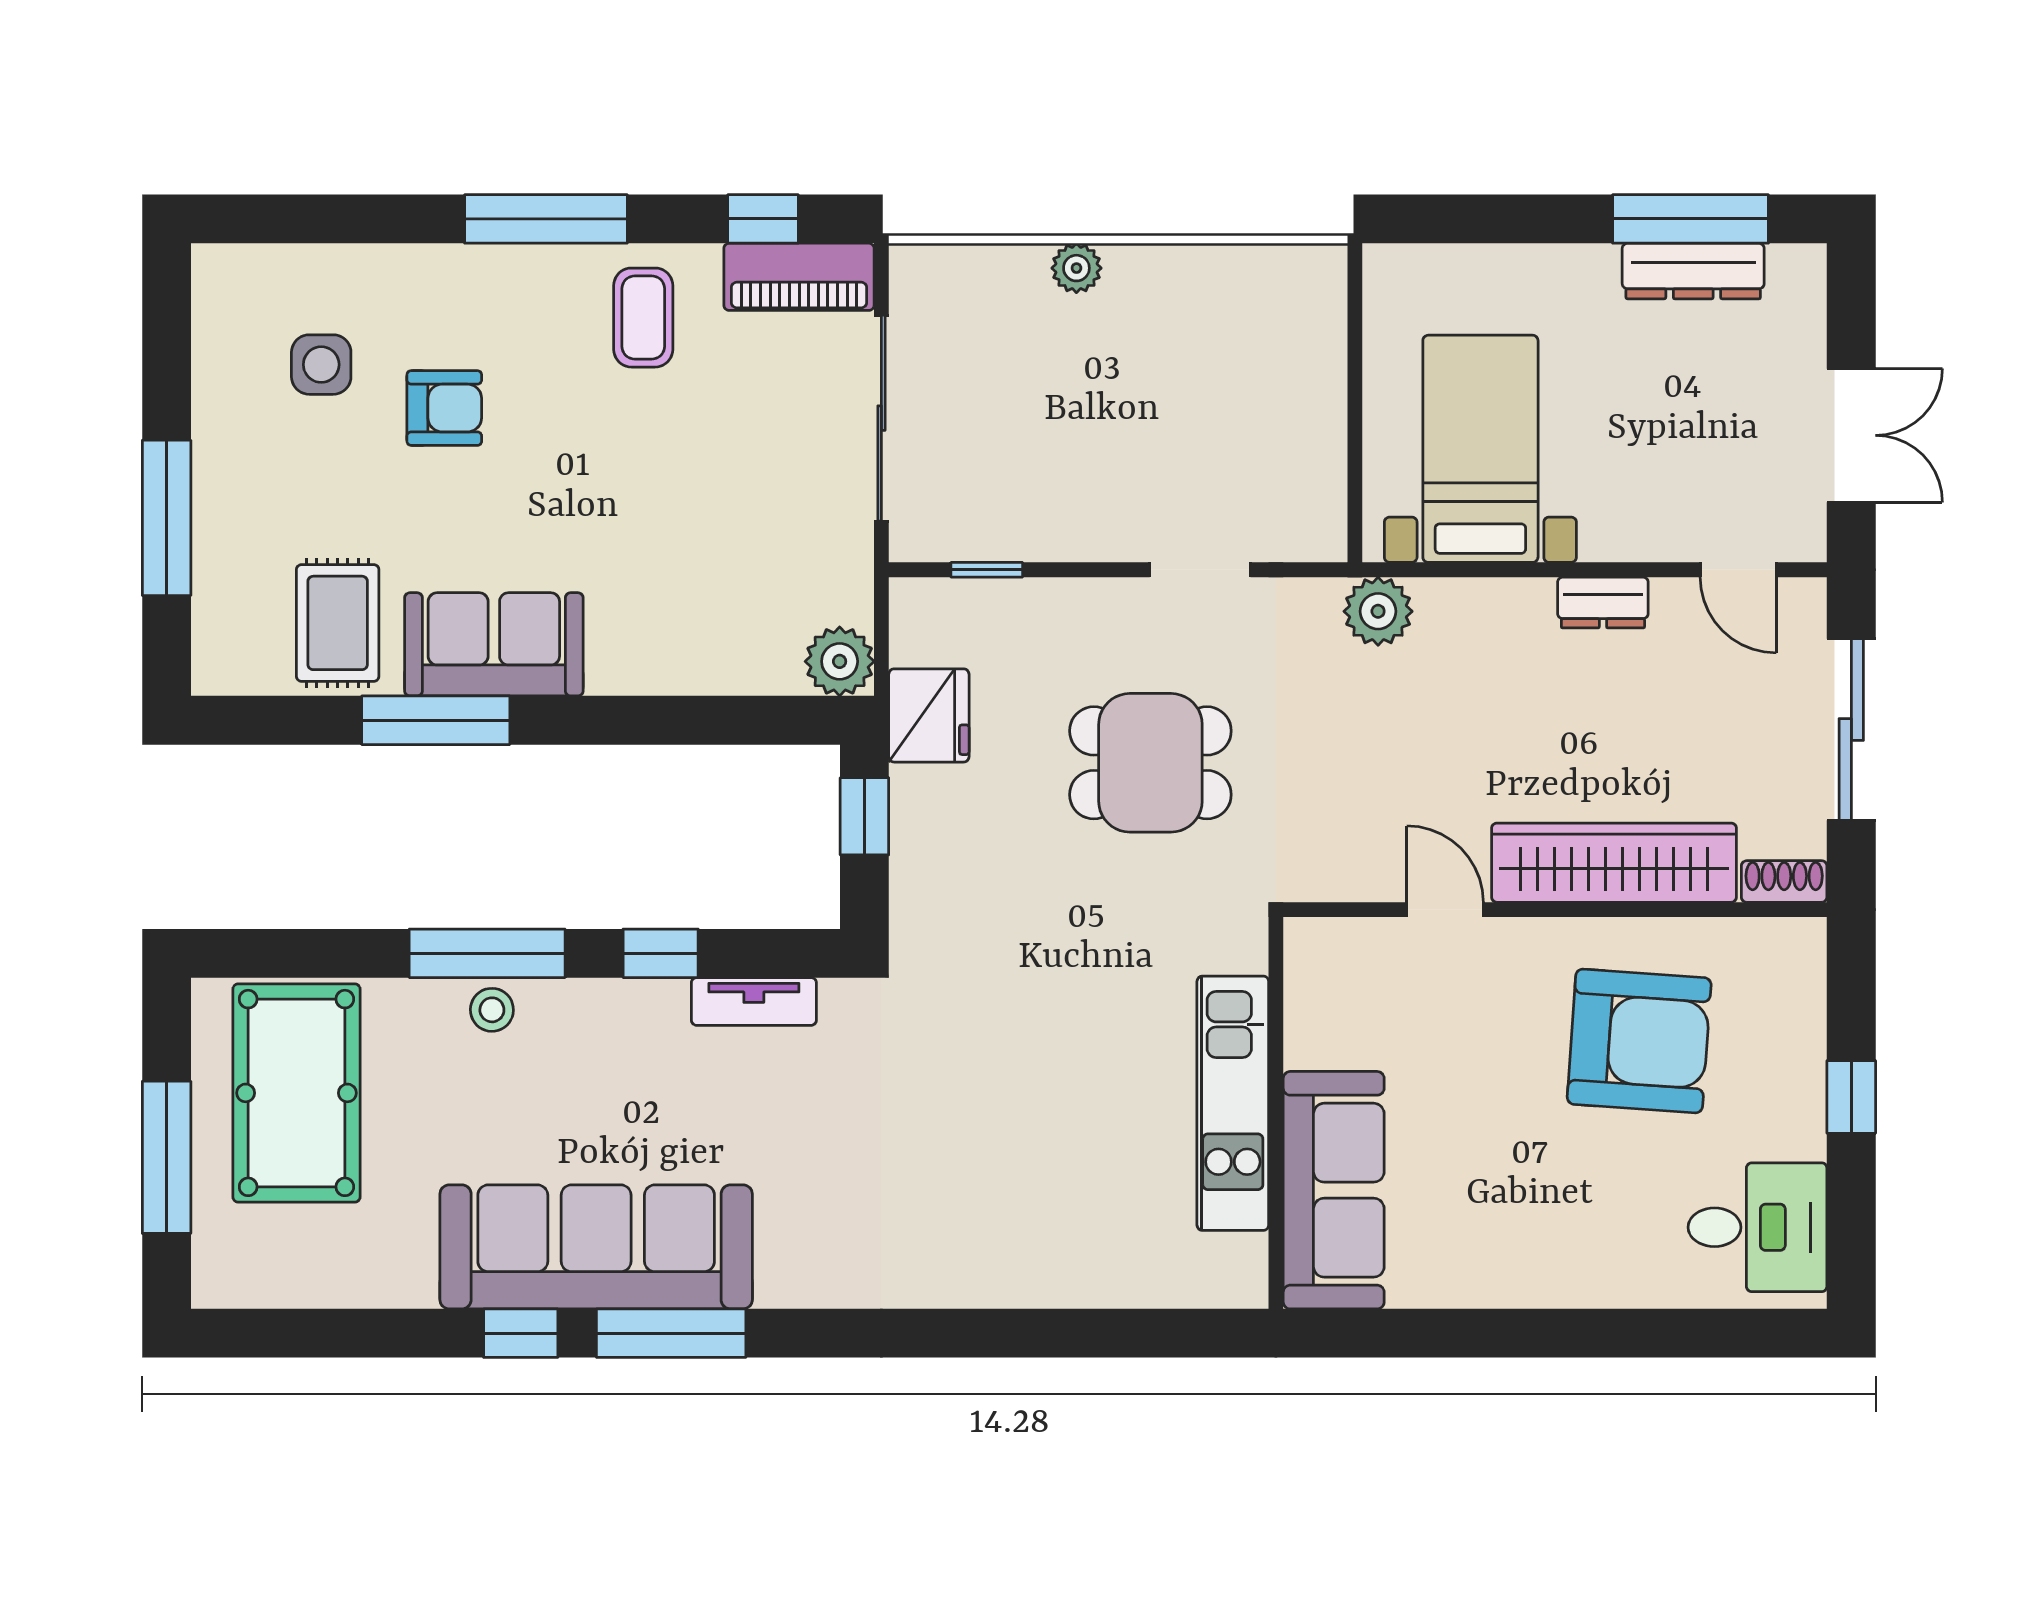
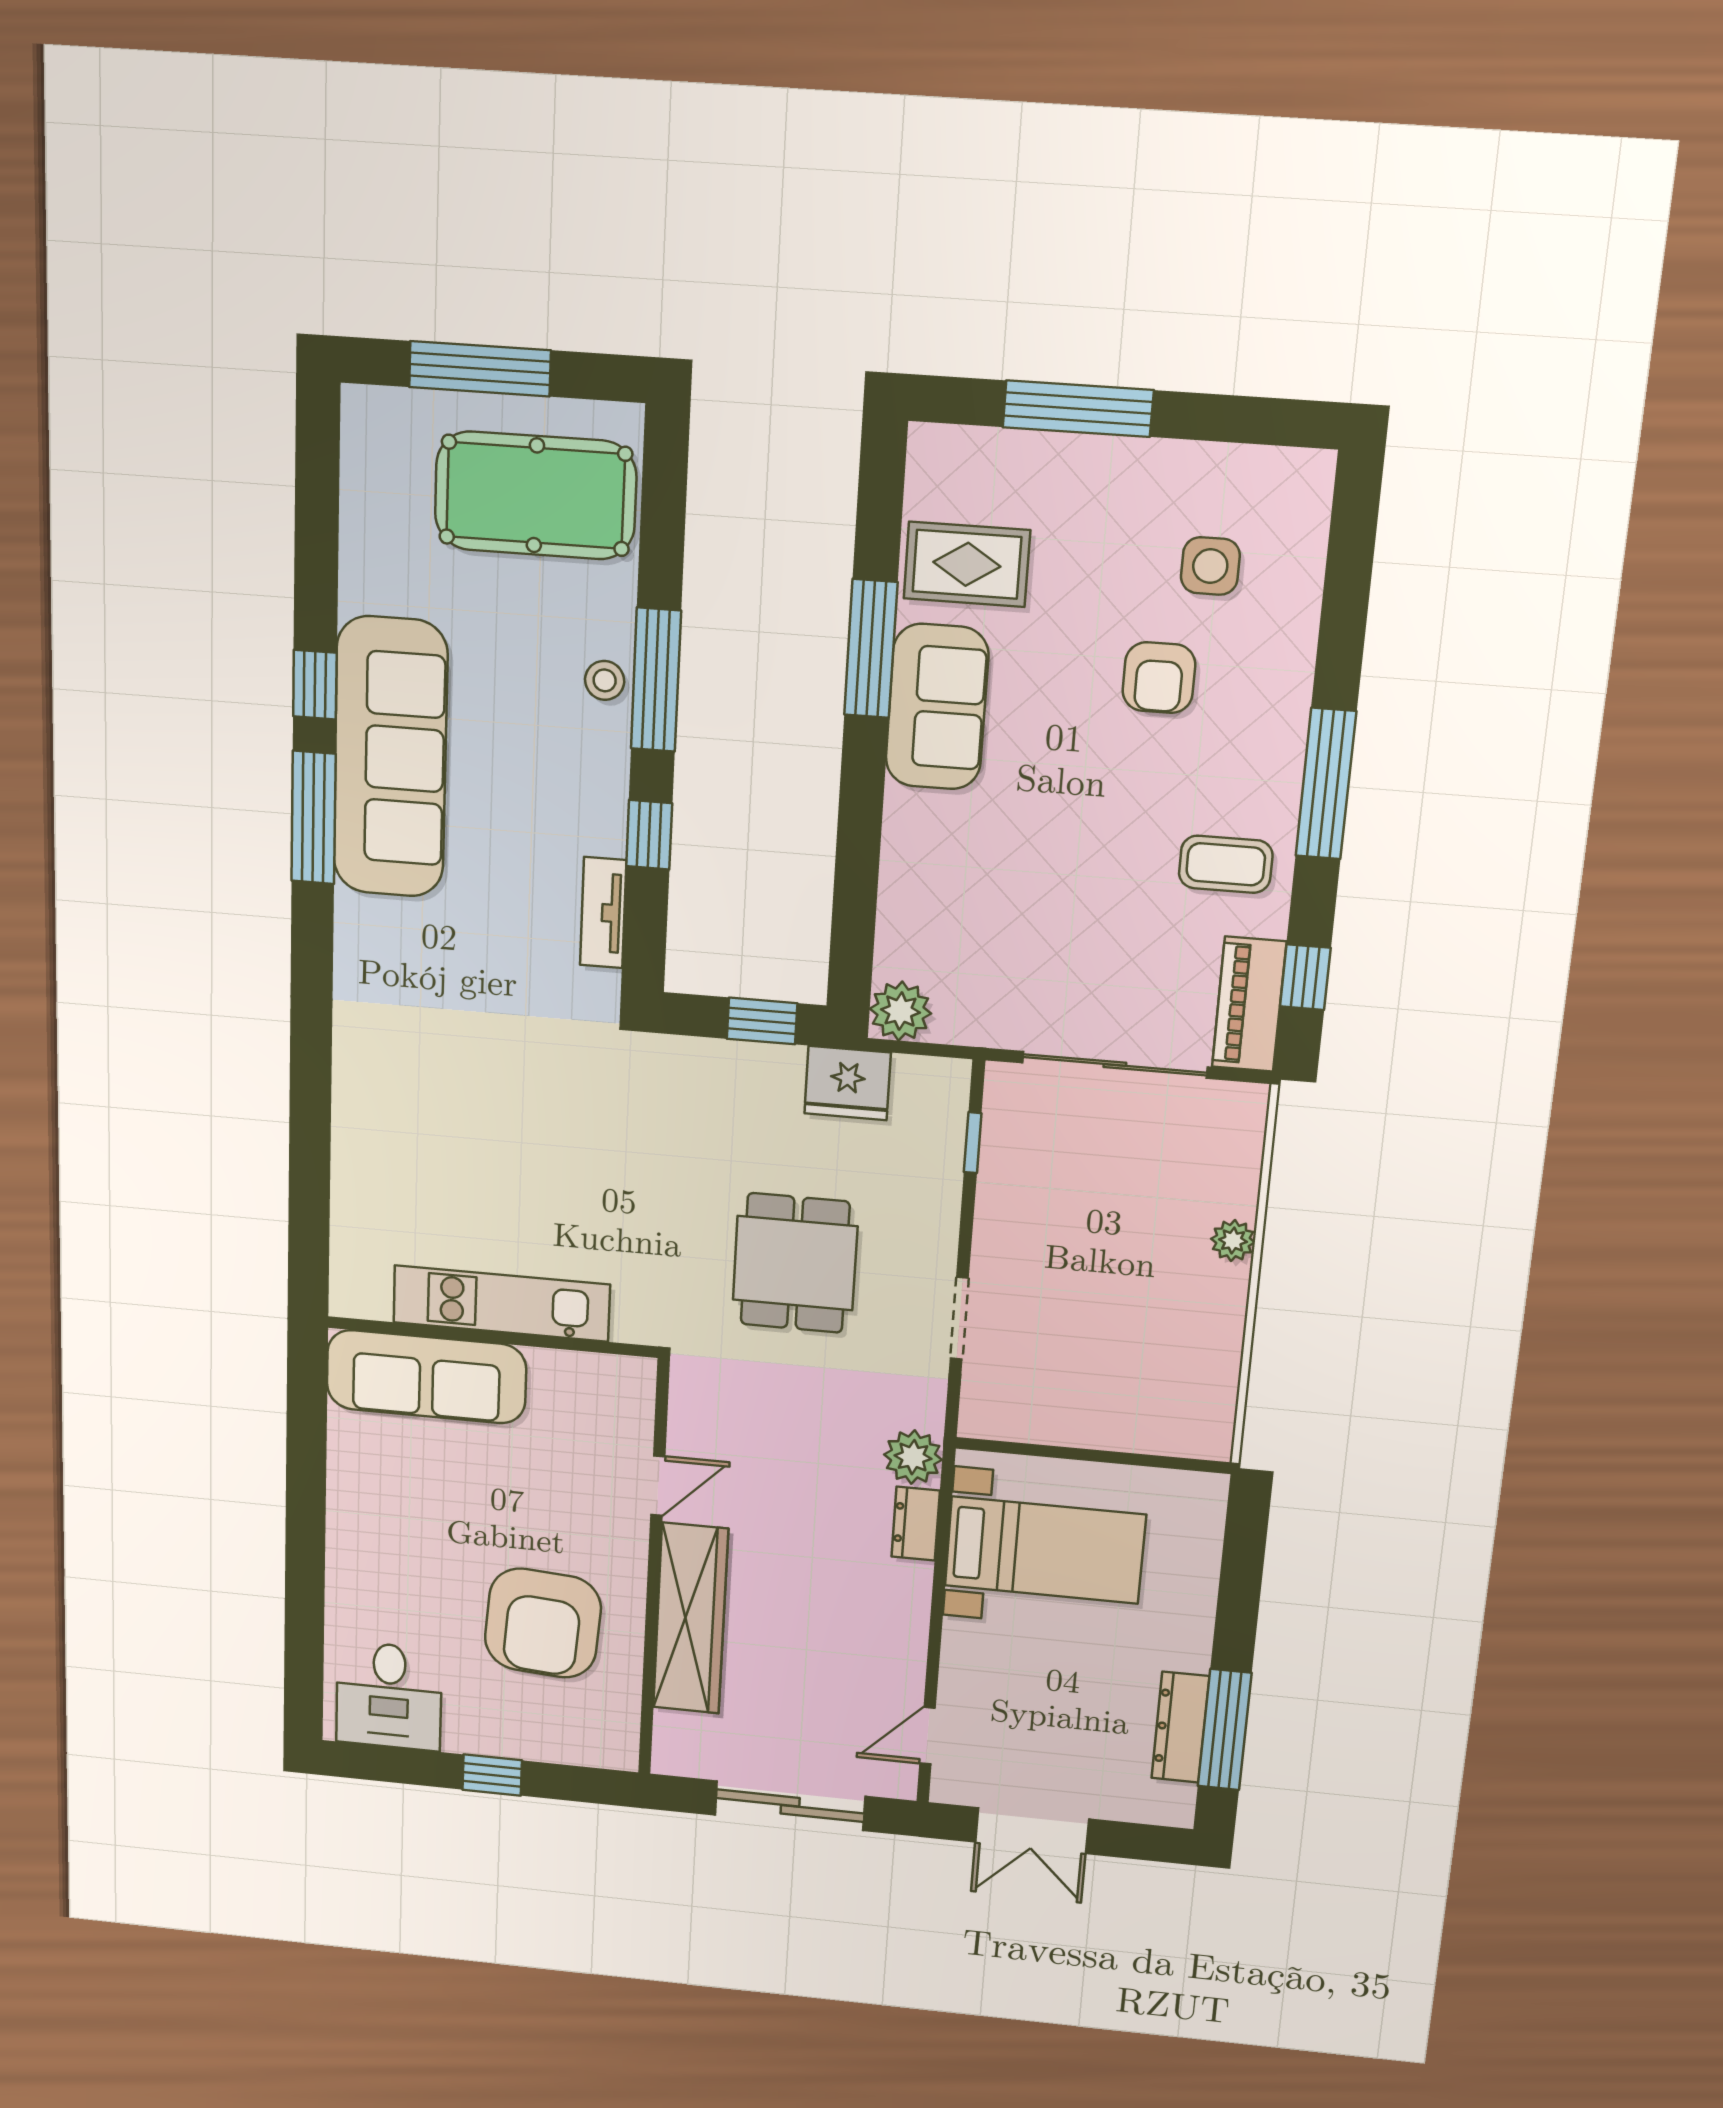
dresser: (1603, 602) -> (916, 1524), moved
shoe rack: (1784, 881) -> (669, 1744), removed

